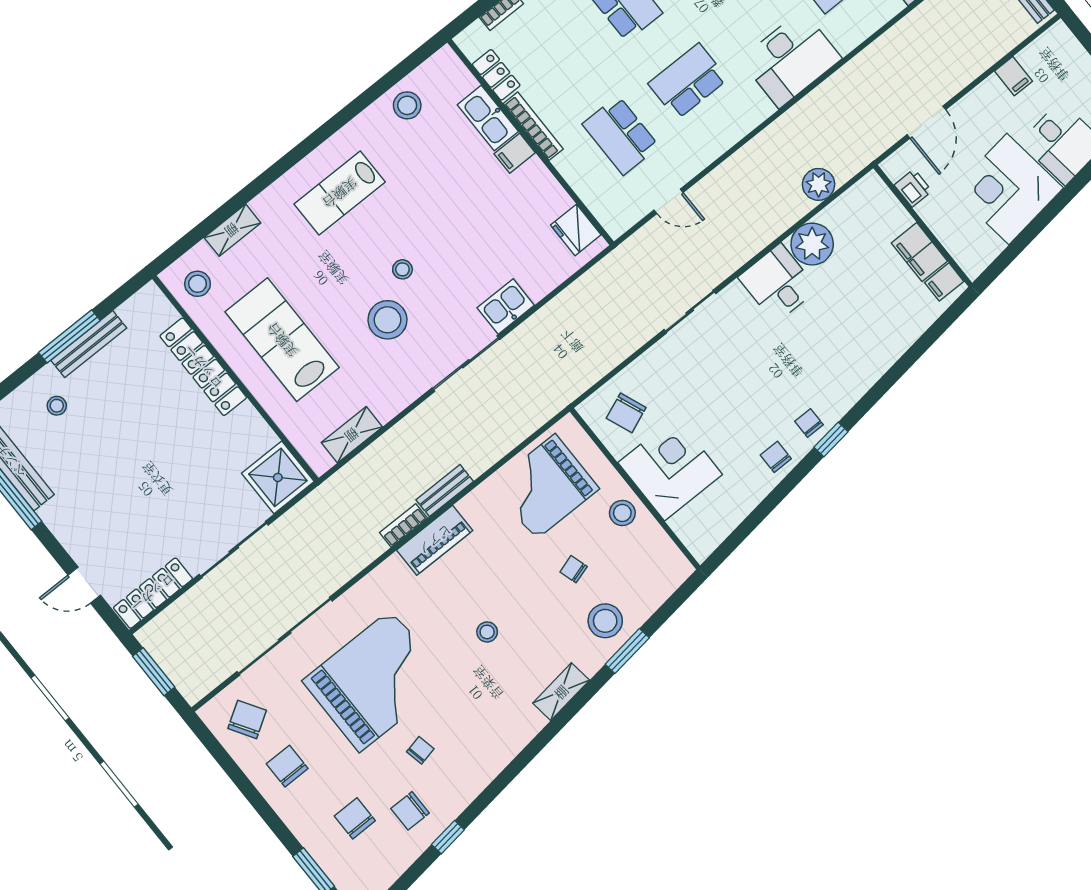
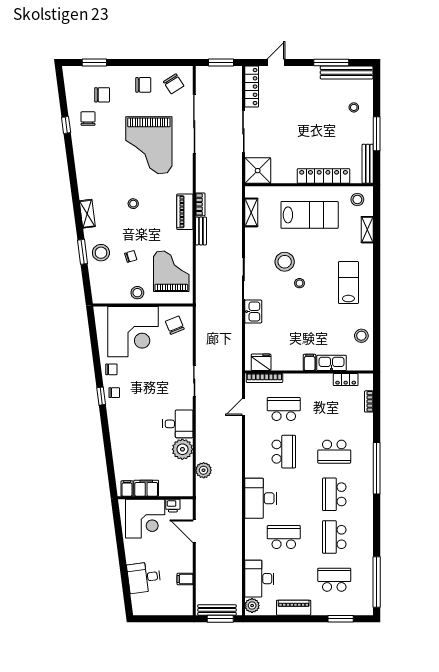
bookcase: (533, 126) -> (264, 378), moved
corner desk: (1008, 189) -> (145, 519), moved, turned 97
bench: (89, 344) -> (368, 164), moved
corner desk: (670, 469) -> (133, 332), width x1.36, depth x1.36
chair: (420, 750) -> (108, 141), removed

